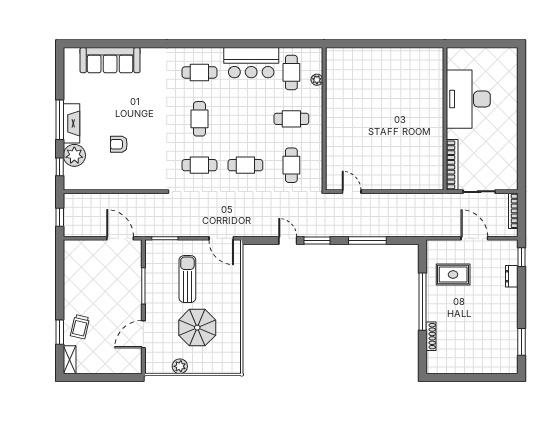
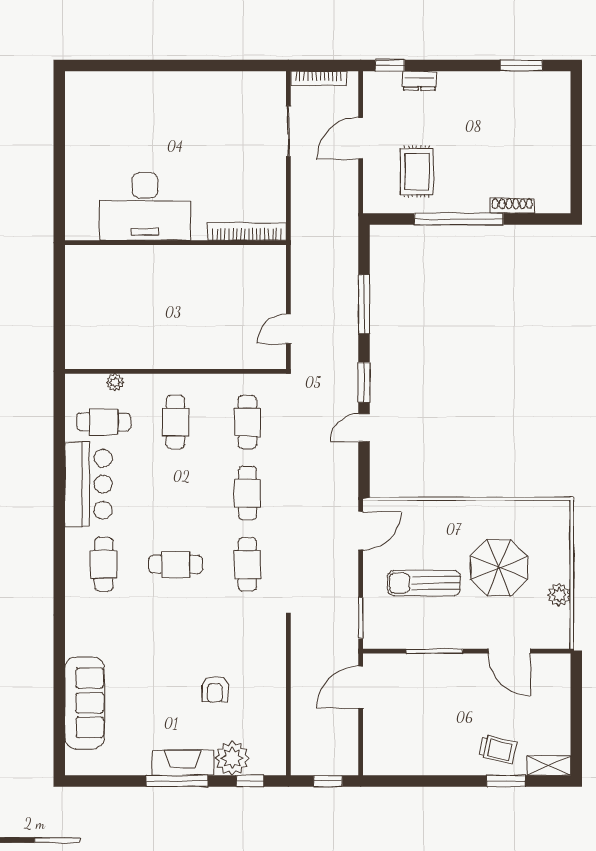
desk: (468, 99) -> (145, 206), moved
wall: (445, 119) -> (176, 243), moved
cafe table: (291, 165) -> (247, 422), turned 90
bookcase: (452, 165) -> (247, 231), moved

